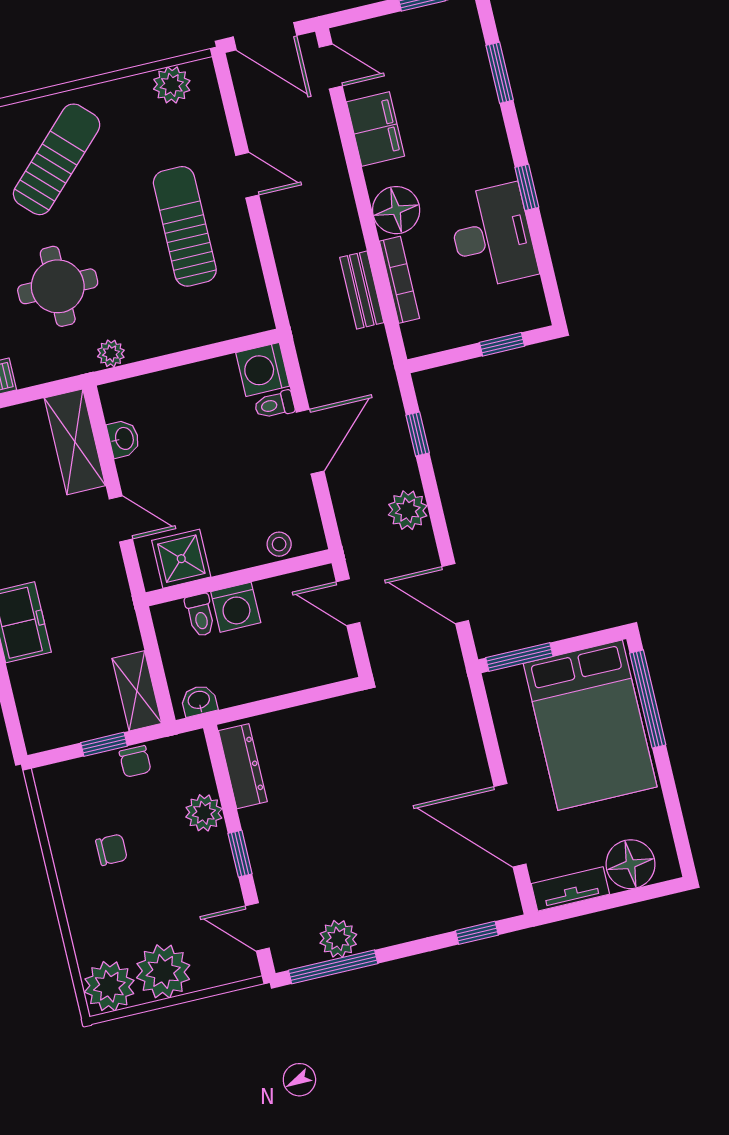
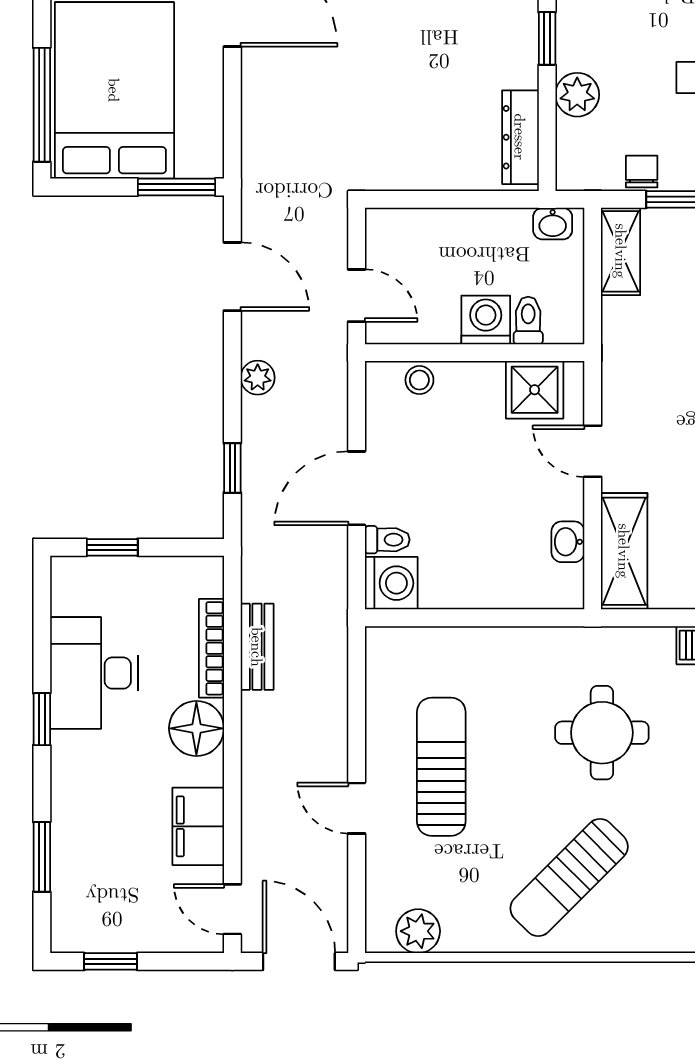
sun lounger: (185, 226) -> (441, 767), turned 180
plant: (111, 353) -> (559, 642), removed
plant: (408, 510) -> (258, 378), width x0.73, depth x0.73

